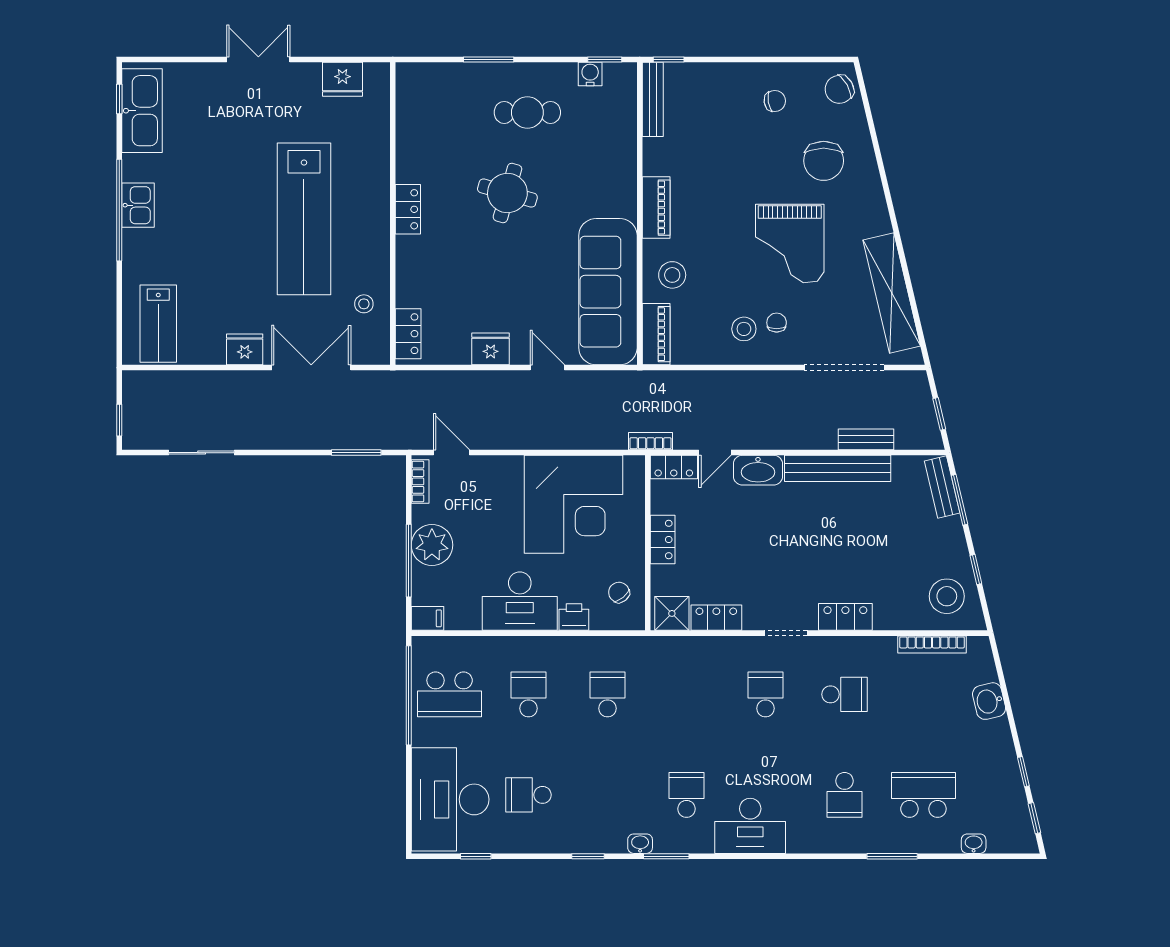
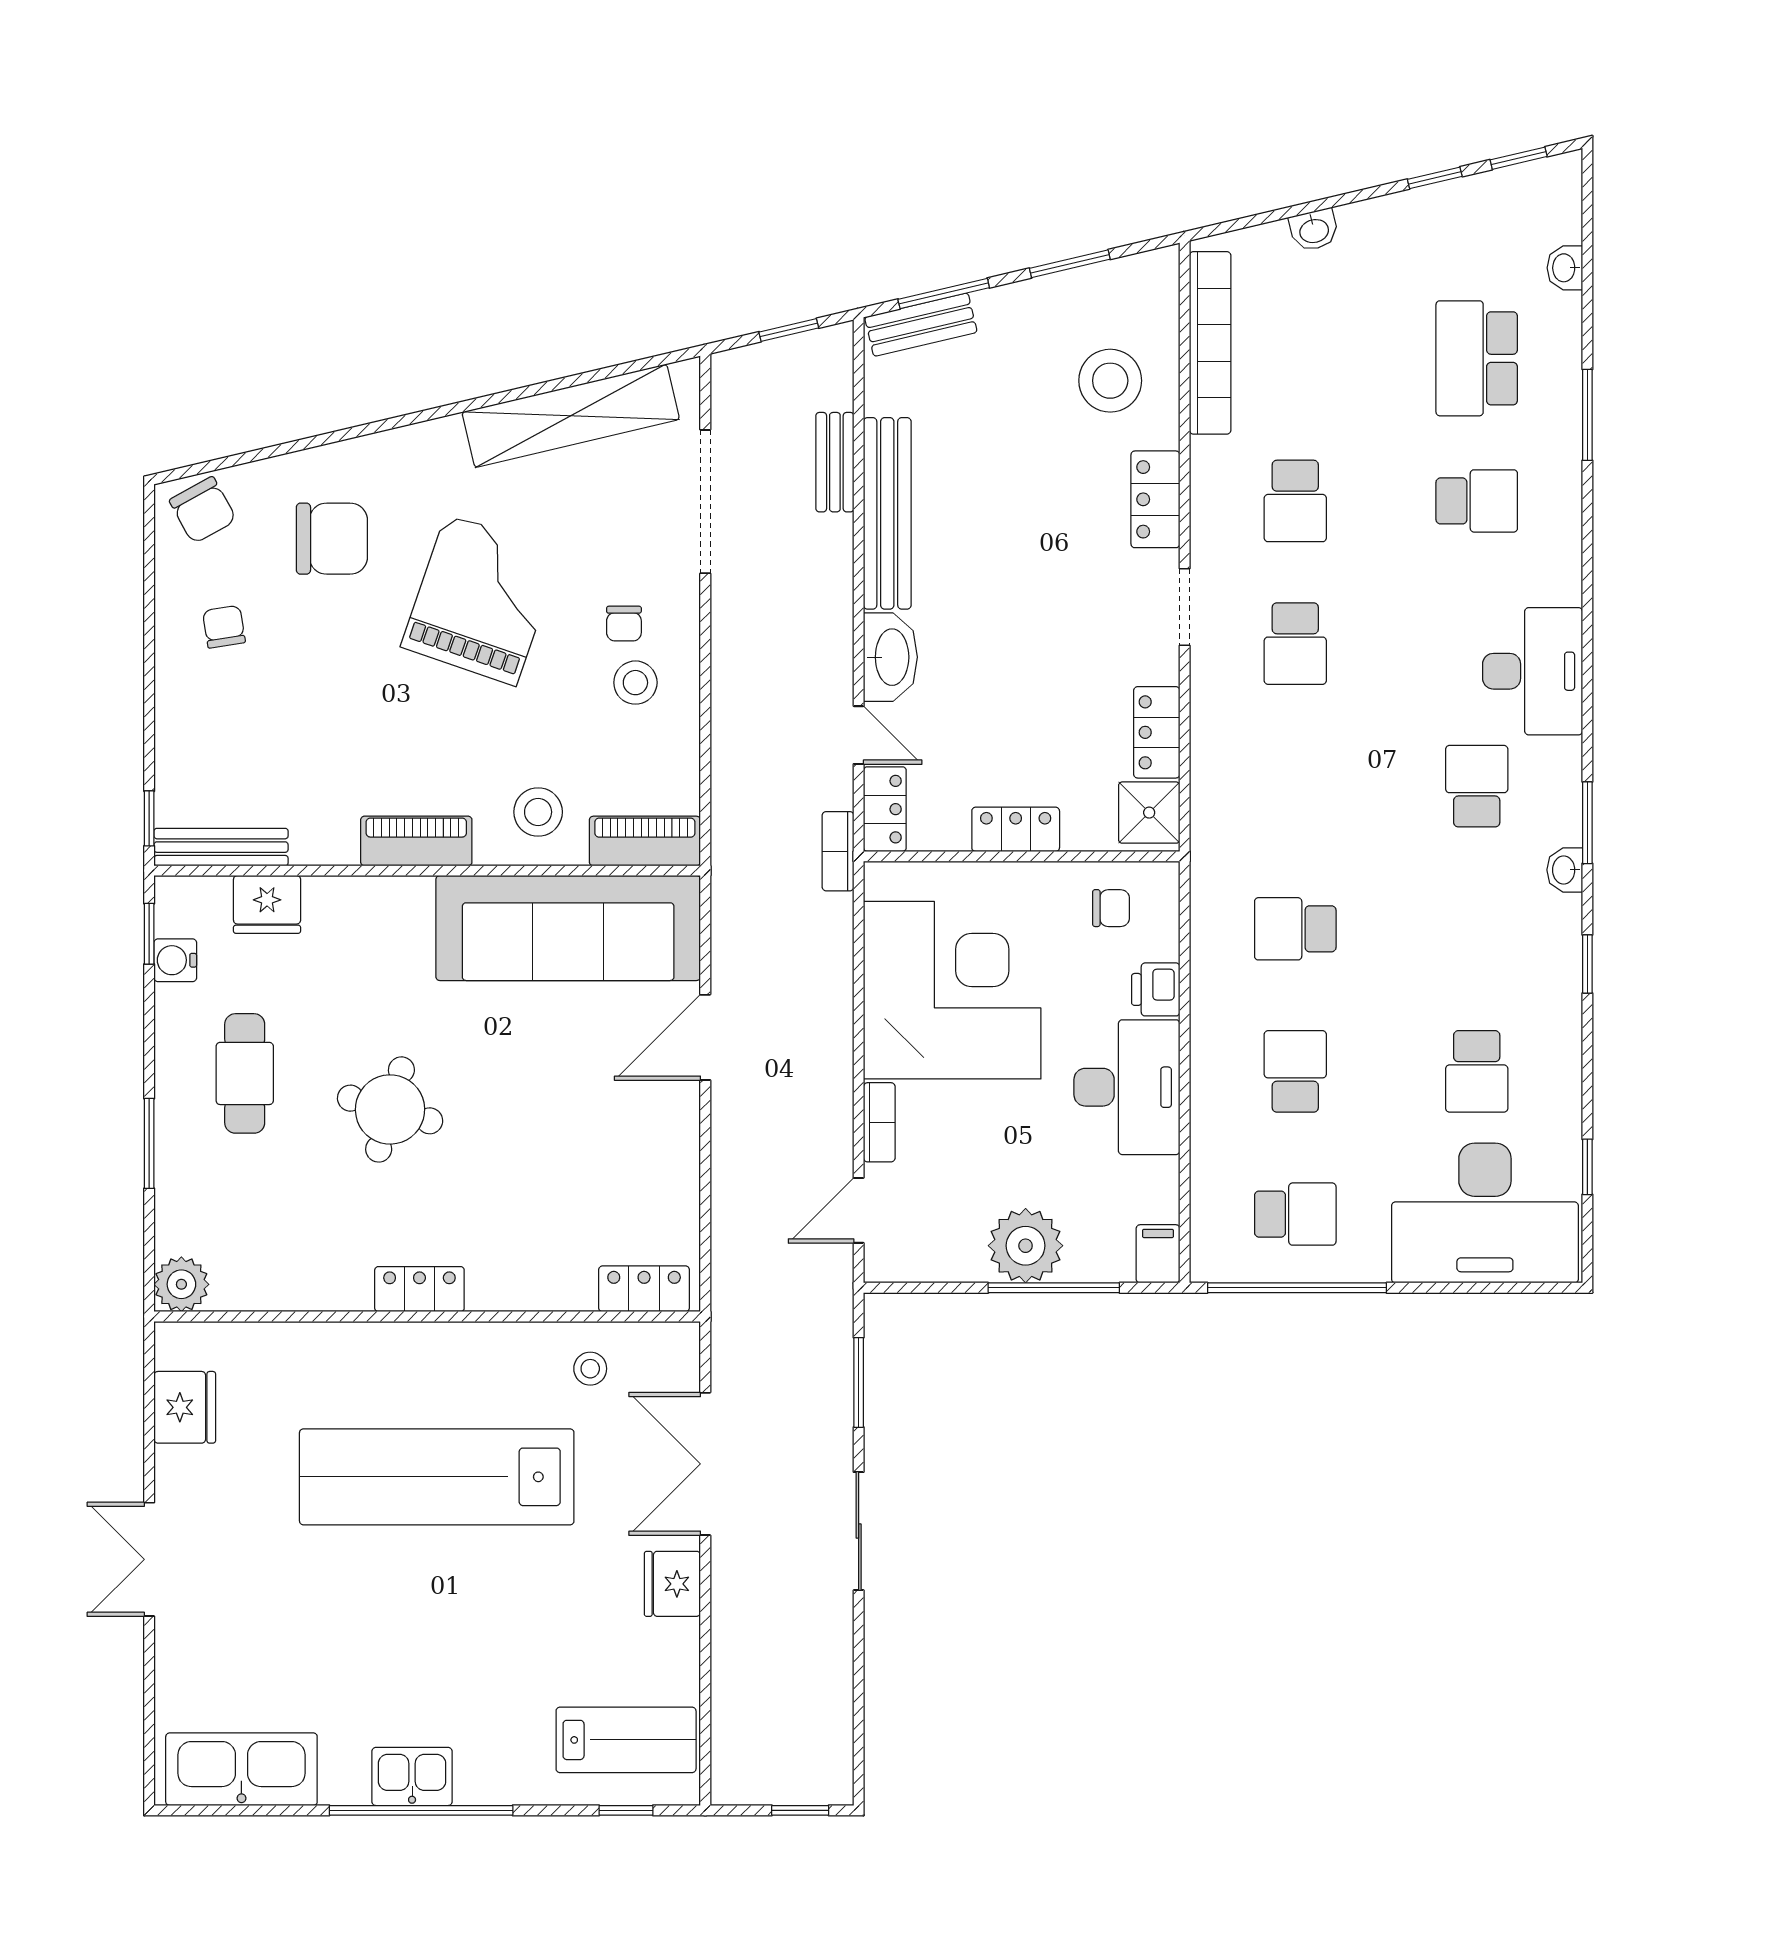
plant: (411, 77) -> (181, 1284), added
window: (119, 99) -> (626, 1810), moved
lab bench: (304, 219) -> (437, 1477), turned 180
grand piano: (790, 243) -> (481, 600), turned -71
chair: (777, 323) -> (624, 624), turned -90
fridge: (491, 349) -> (267, 904), moved, turned -90
door: (547, 368) -> (705, 1037), width x1.38
sliding door: (202, 453) -> (859, 1531), moved
bookcase: (420, 481) -> (879, 1122), moved, turned 90
window: (976, 569) -> (1070, 264), width x1.50
chair: (619, 592) -> (1111, 908), turned -141
stool: (947, 596) -> (1110, 381), moved
bookcase: (932, 645) -> (1210, 343), width x1.48, depth x1.31
school desk: (450, 694) -> (1295, 1214), width x0.54
school desk: (529, 694) -> (1295, 1071), turned 90
school desk: (765, 694) -> (1295, 644), turned -90
school desk: (844, 694) -> (1295, 501), turned 180
washbasin: (989, 701) -> (1314, 230), width x0.72, depth x0.69
school desk: (687, 795) -> (1477, 786), turned 90

